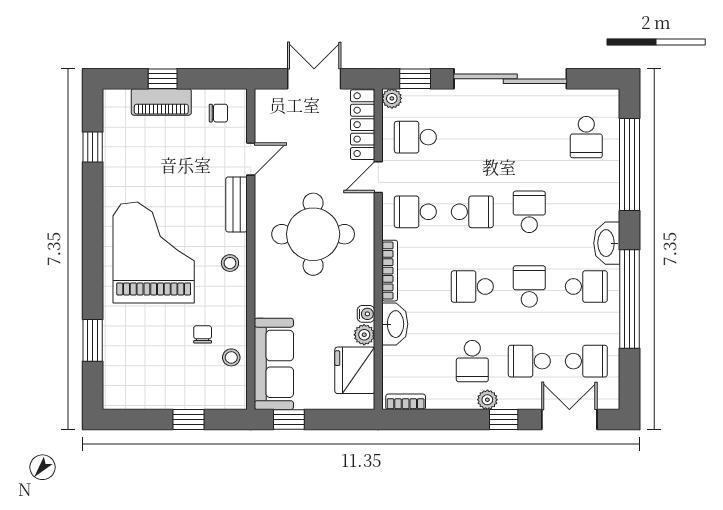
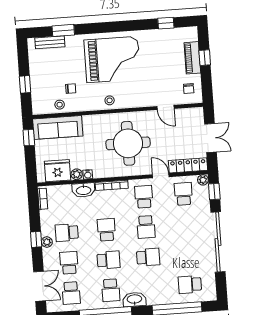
bench: (237, 204) -> (50, 42), moved
window: (504, 420) -> (36, 239), moved

